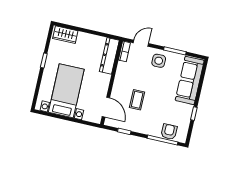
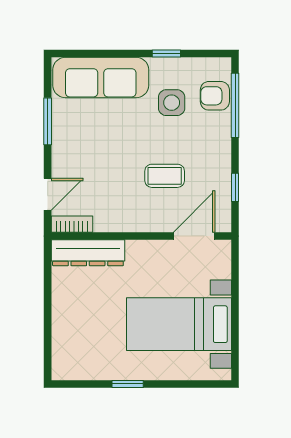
wardrobe: (65, 35) -> (65, 352), removed
door: (141, 43) -> (48, 194), swing flipped
side table: (159, 61) -> (172, 103), moved

